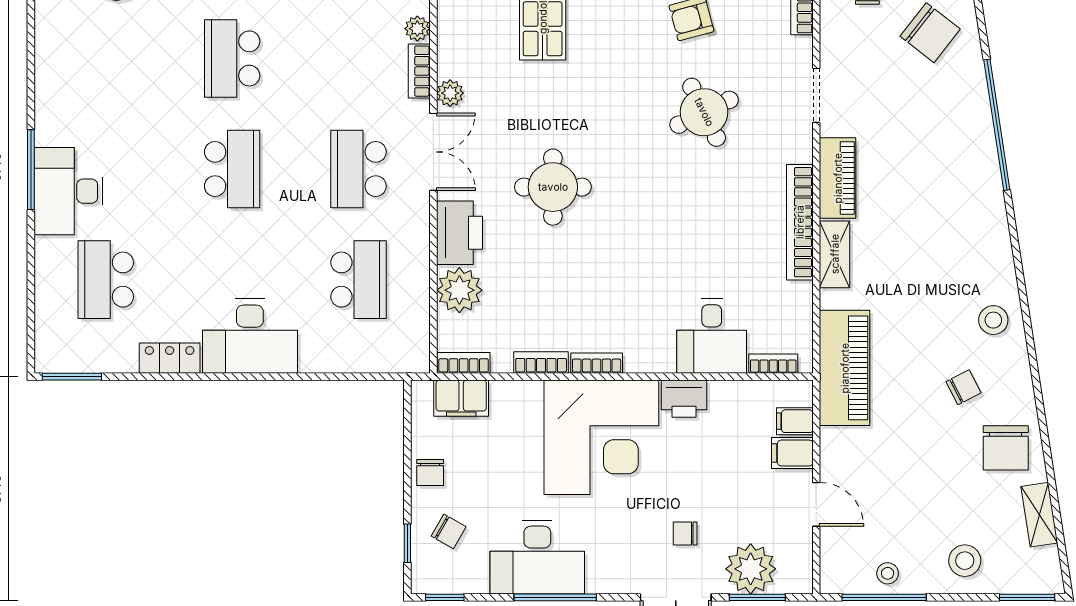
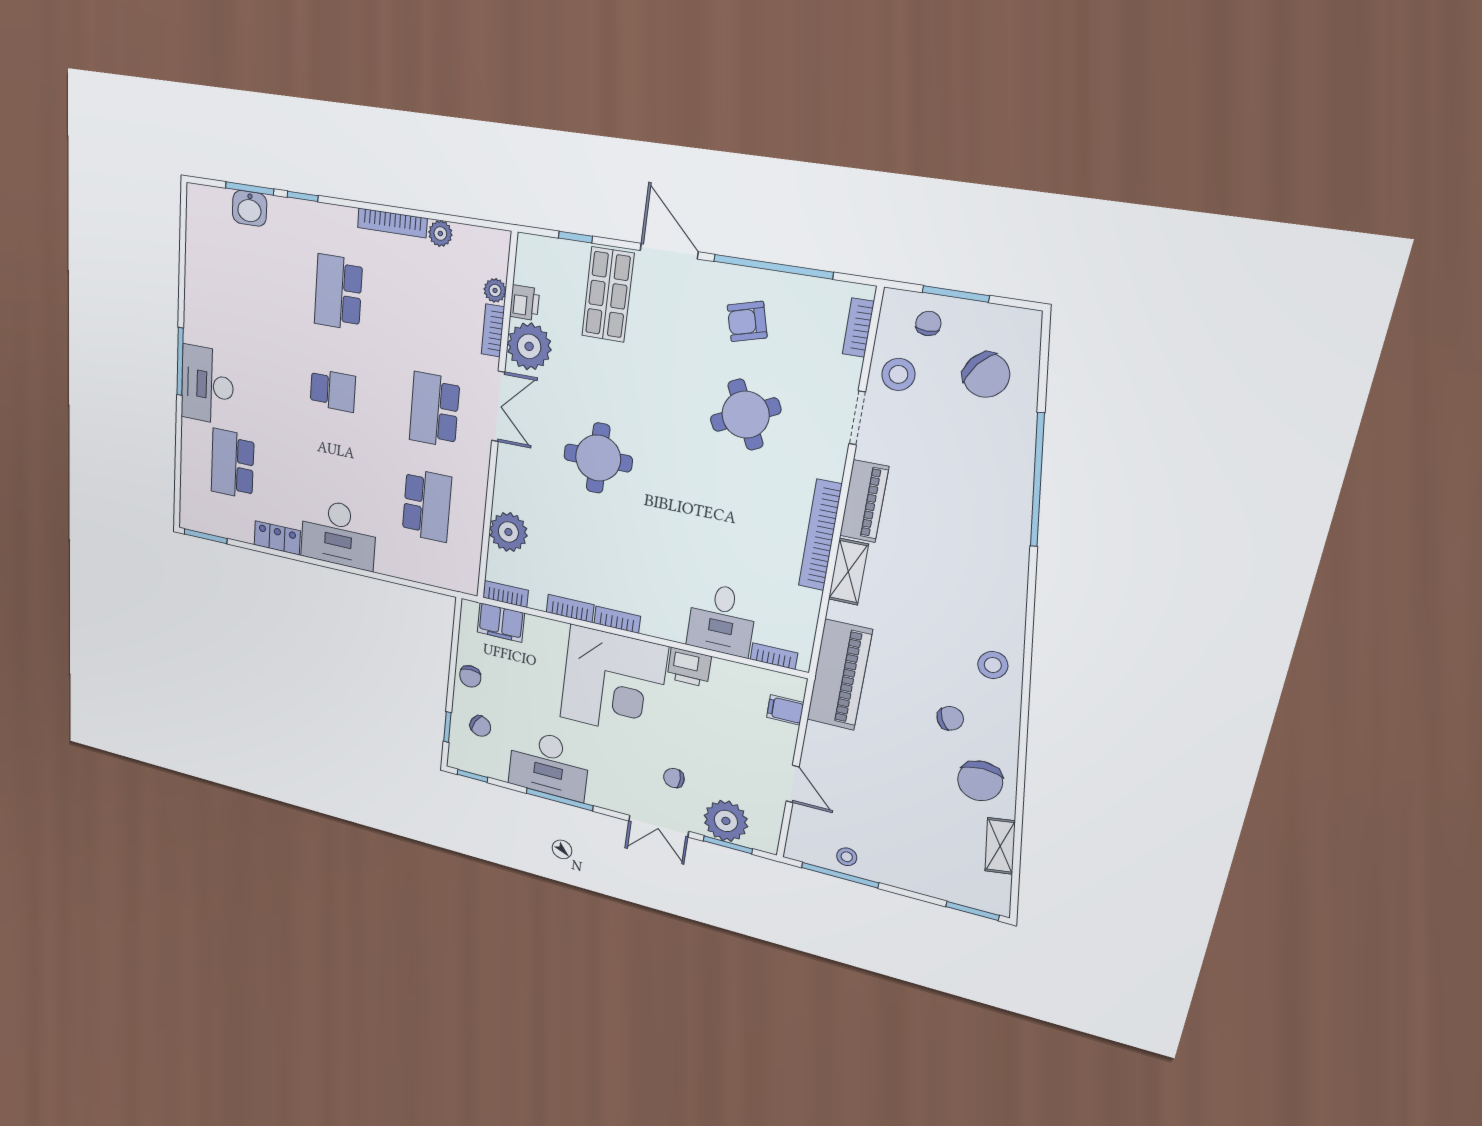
plant: (450, 93) -> (529, 346), width x1.88, depth x1.88
school desk: (232, 169) -> (333, 390), width x0.54
printer: (459, 233) -> (525, 303), moved, width x0.53, depth x0.68
filing cabinet: (792, 453) -> (778, 736), removed
stool: (965, 561) -> (898, 374), moved

